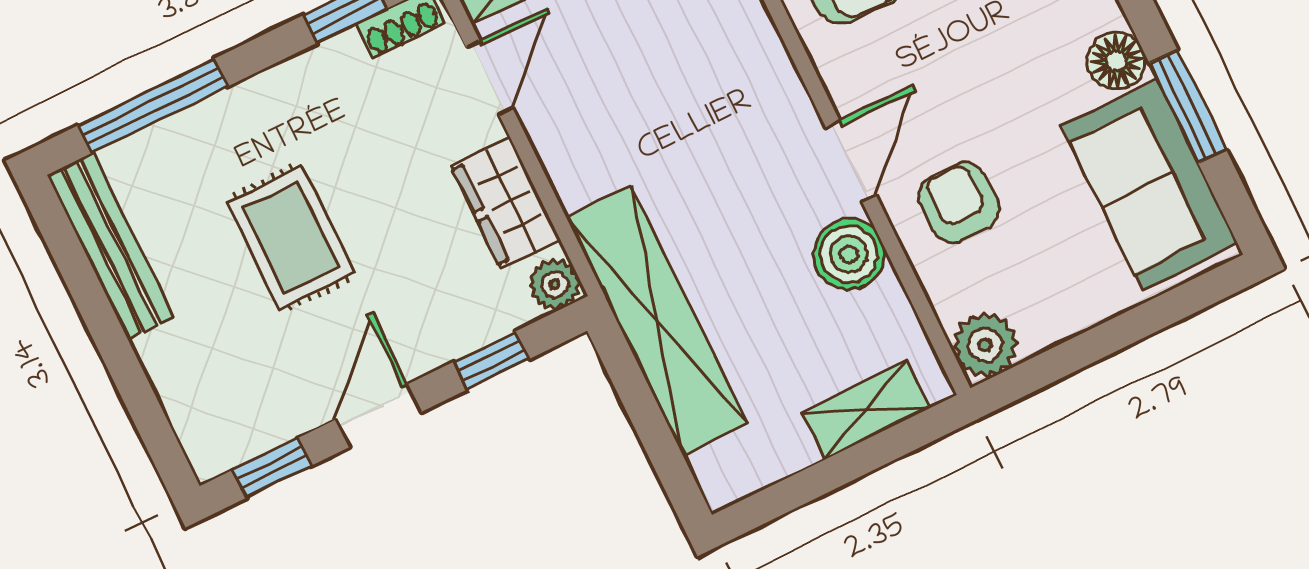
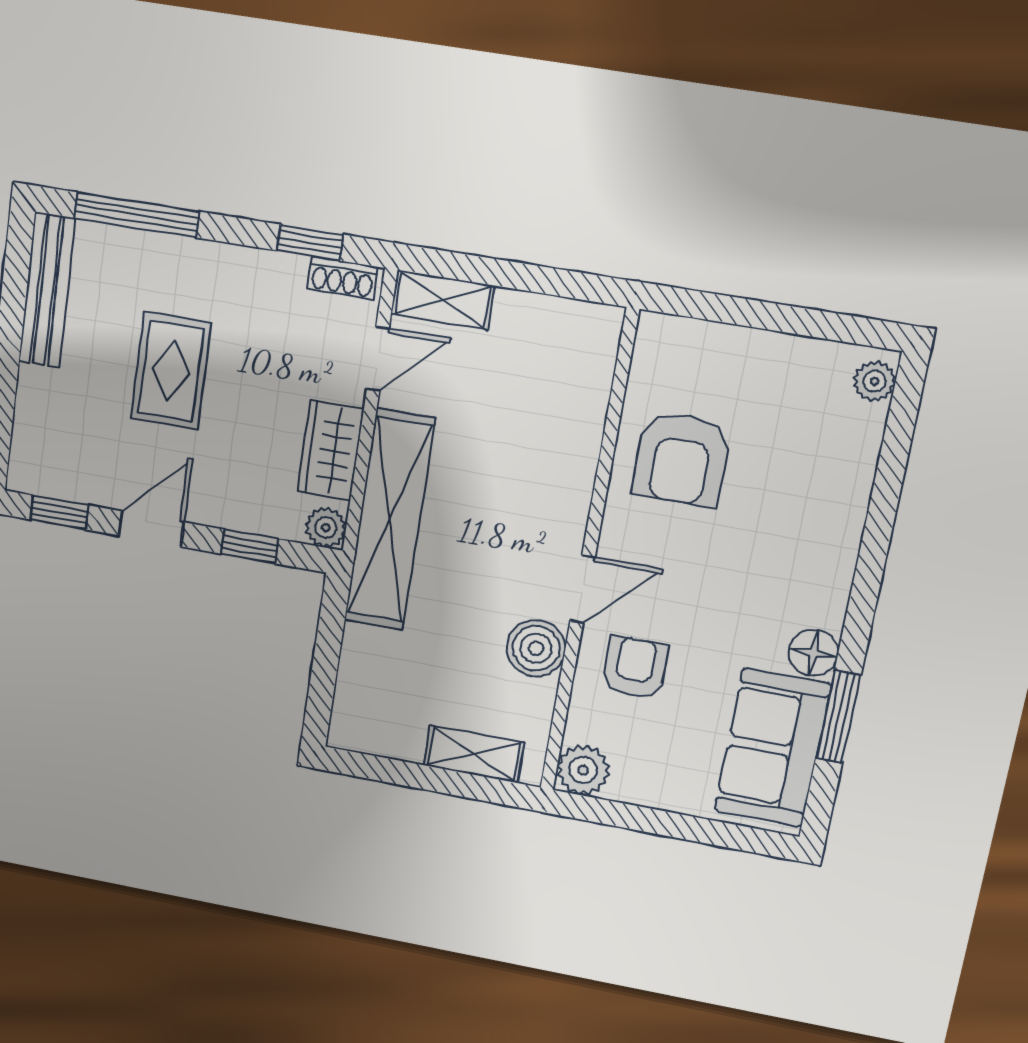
shelving: (657, 321) -> (389, 520), moved

